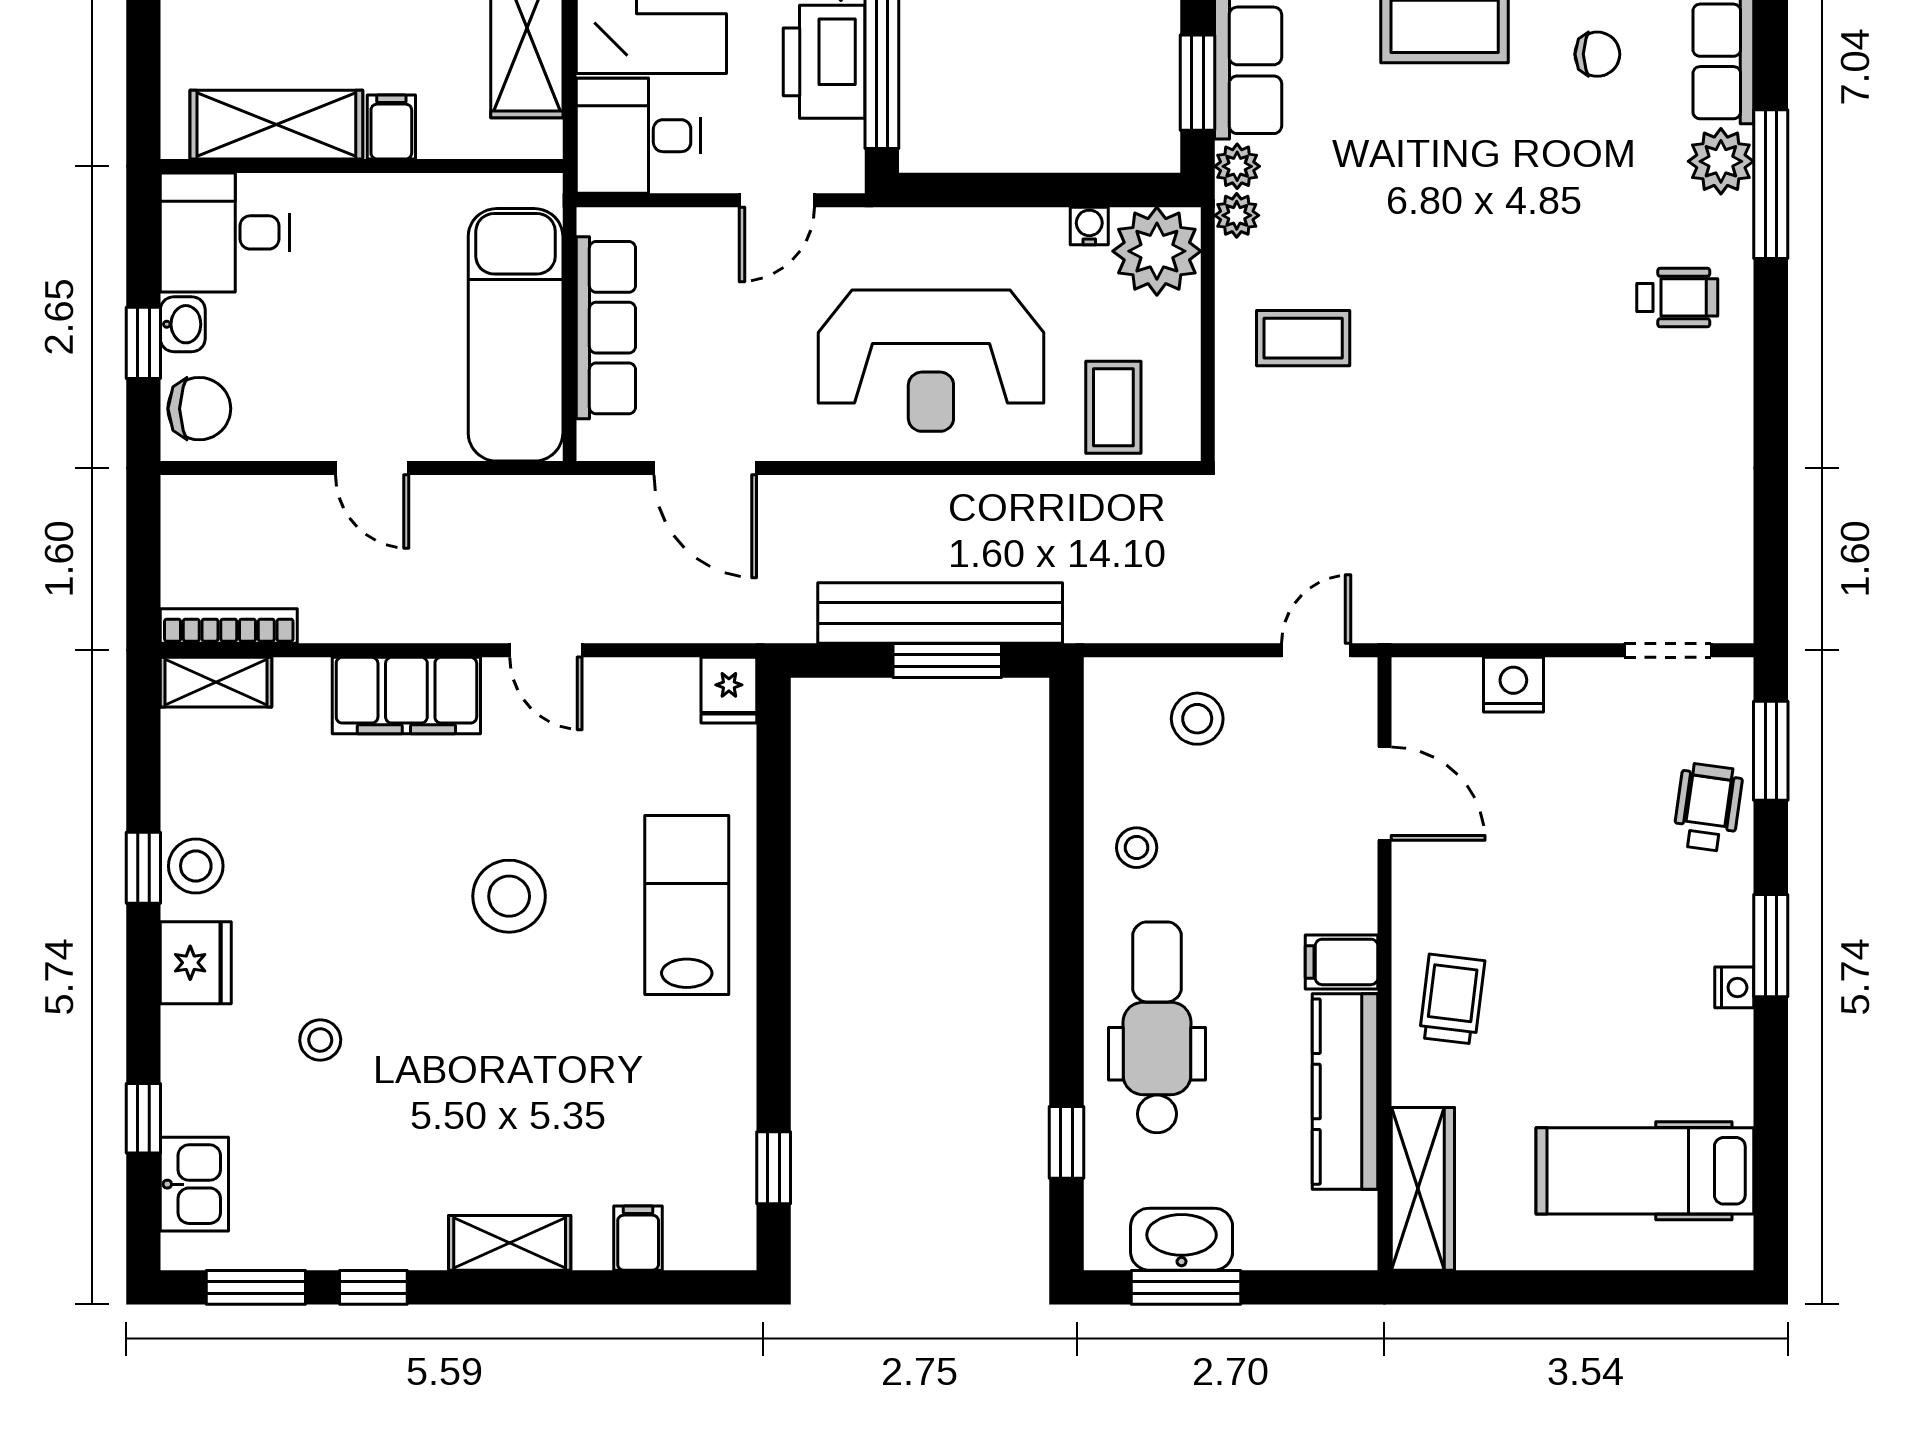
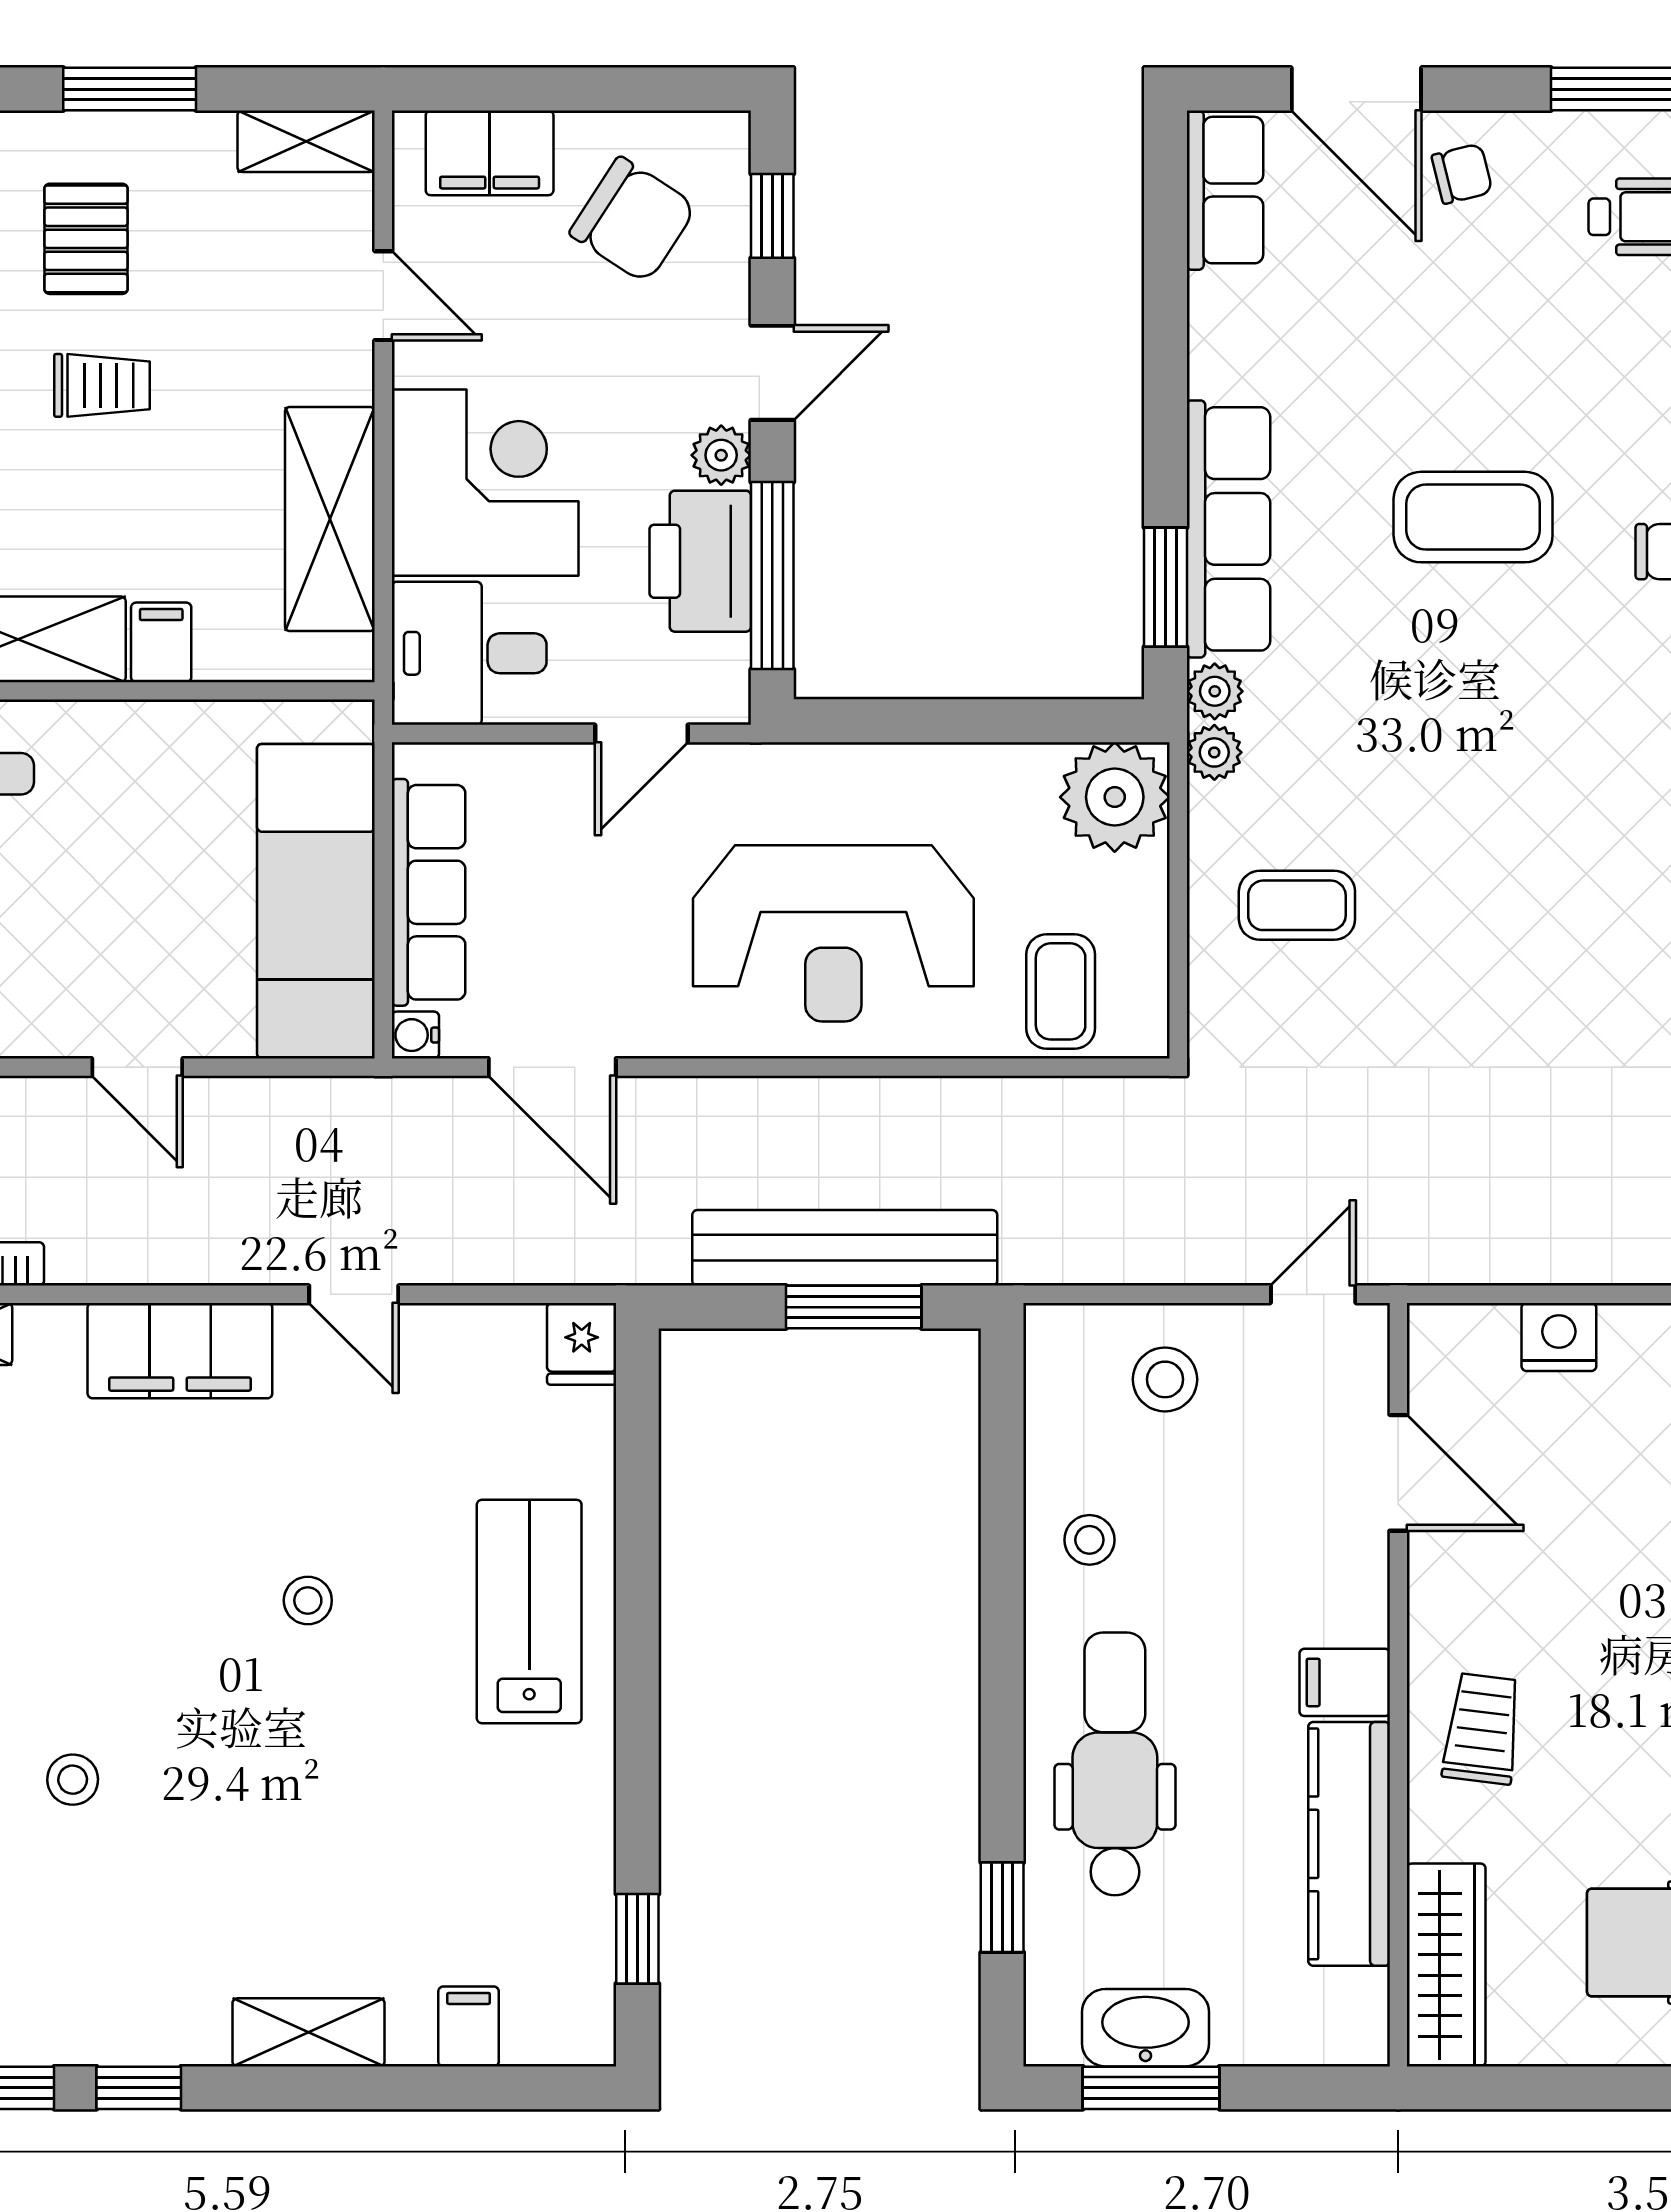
water cooler: (1089, 226) -> (415, 1035), moved, turned -90
stool: (509, 896) -> (308, 1600), width x0.53, depth x0.53

